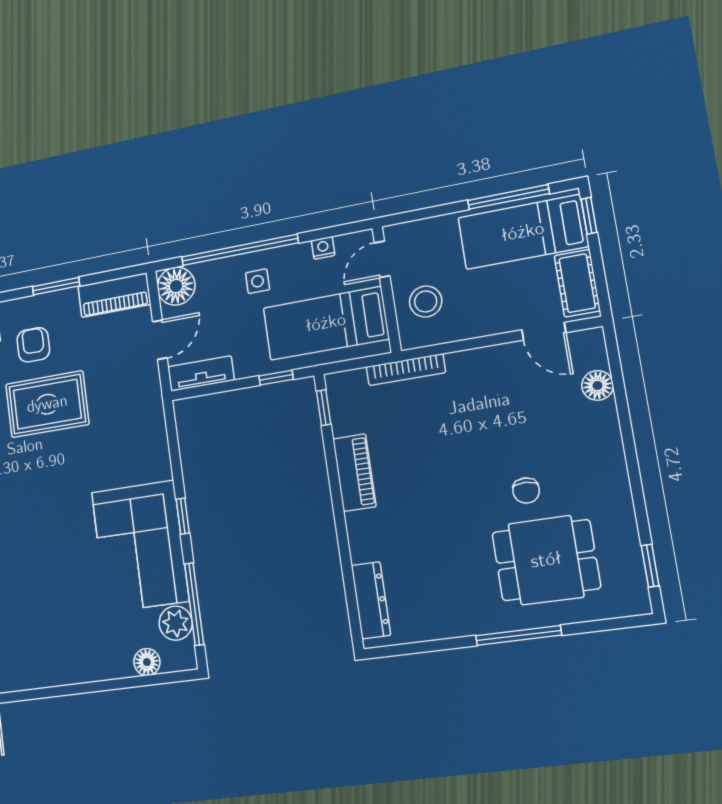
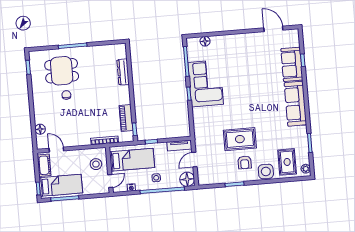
piano: (114, 295) -> (211, 178), removed
piano: (354, 473) -> (126, 118), moved
dresser: (371, 600) -> (123, 72), moved
plant: (176, 623) -> (193, 55), removed

